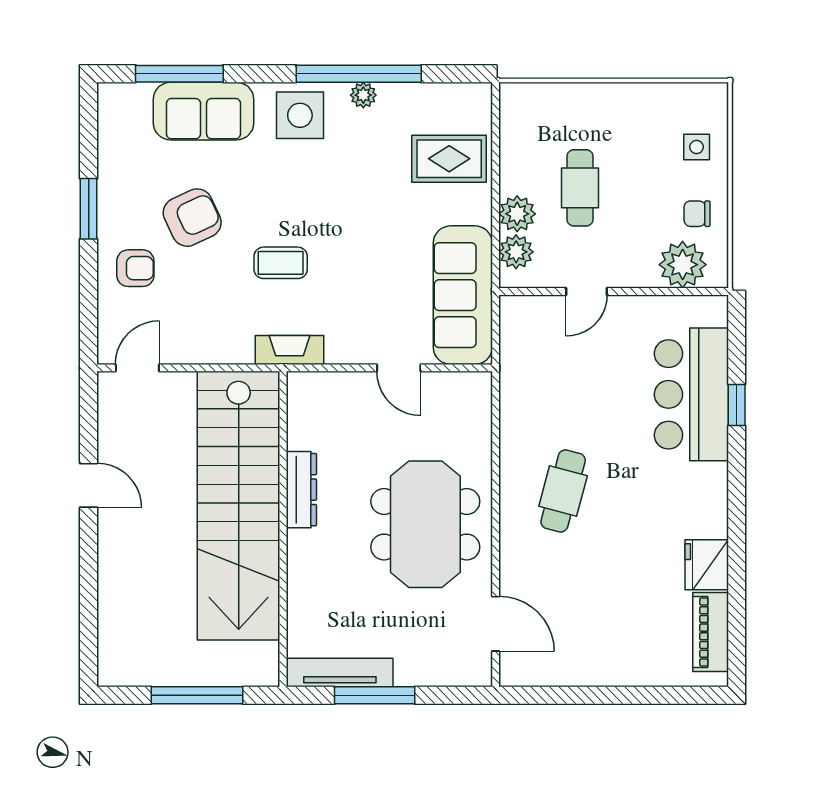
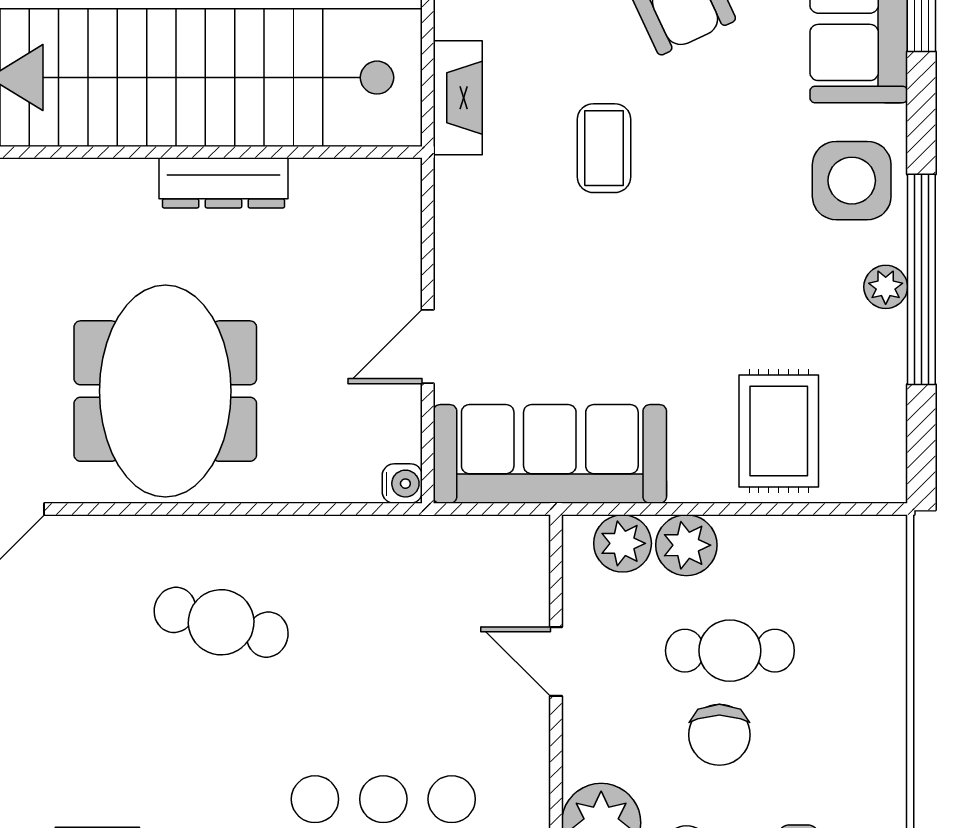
chair: (630, 194) -> (719, 735), added
fireplace: (290, 350) -> (458, 98), moved
water cooler: (480, 383) -> (402, 484), added
meeting table: (425, 524) -> (165, 391), turned 90

